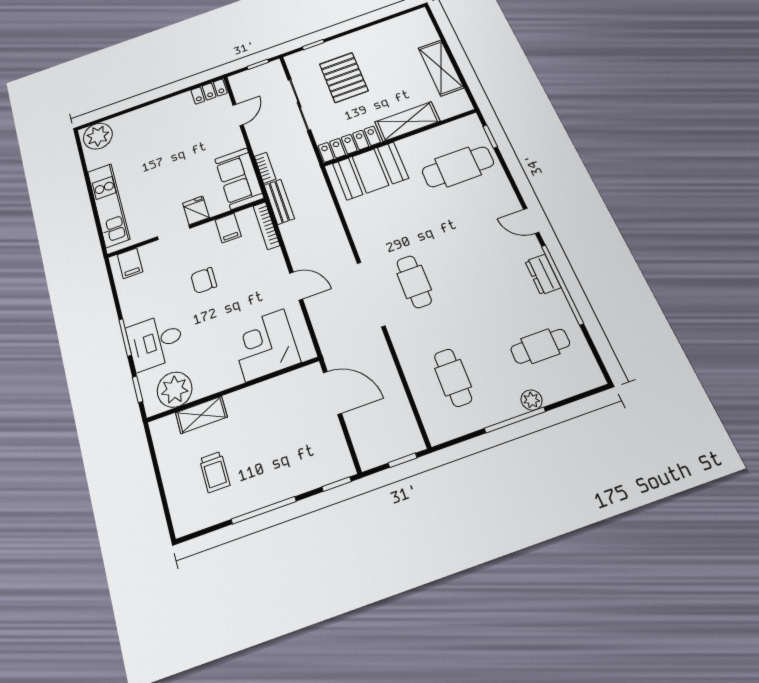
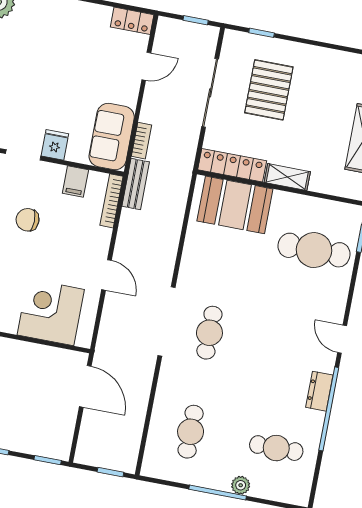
shelving: (407, 121) -> (287, 177), width x0.67, depth x0.75

